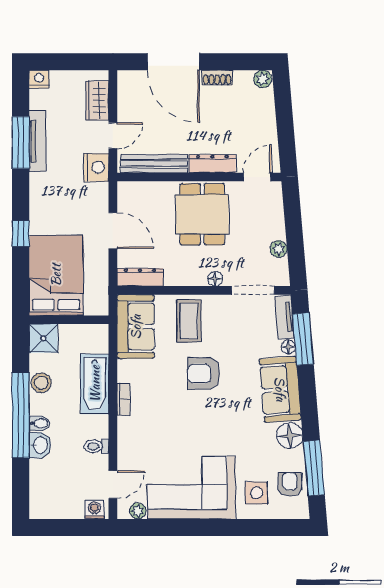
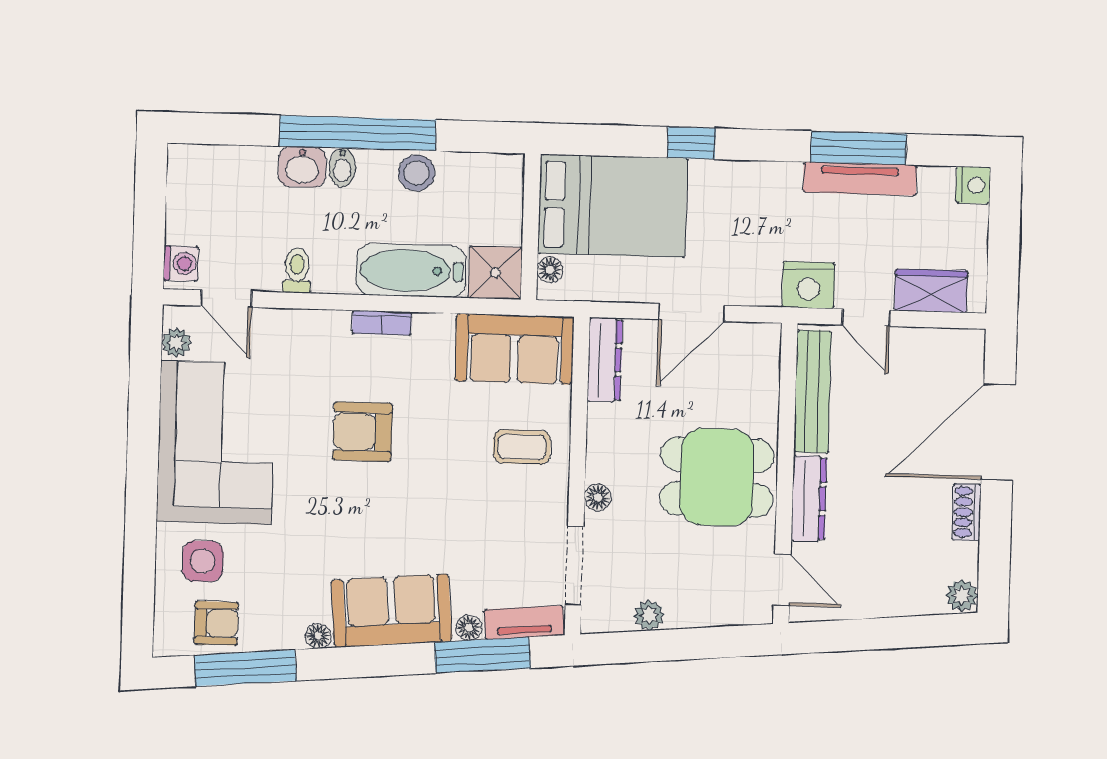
floor lamp: (92, 308) -> (550, 270), added
coffee table: (189, 321) -> (522, 447), width x0.73, depth x0.77
shower: (43, 338) -> (495, 273), moved
armchair: (204, 373) -> (362, 432), moved, turned -90
floor lamp: (290, 436) -> (318, 636), width x0.53, depth x0.53

